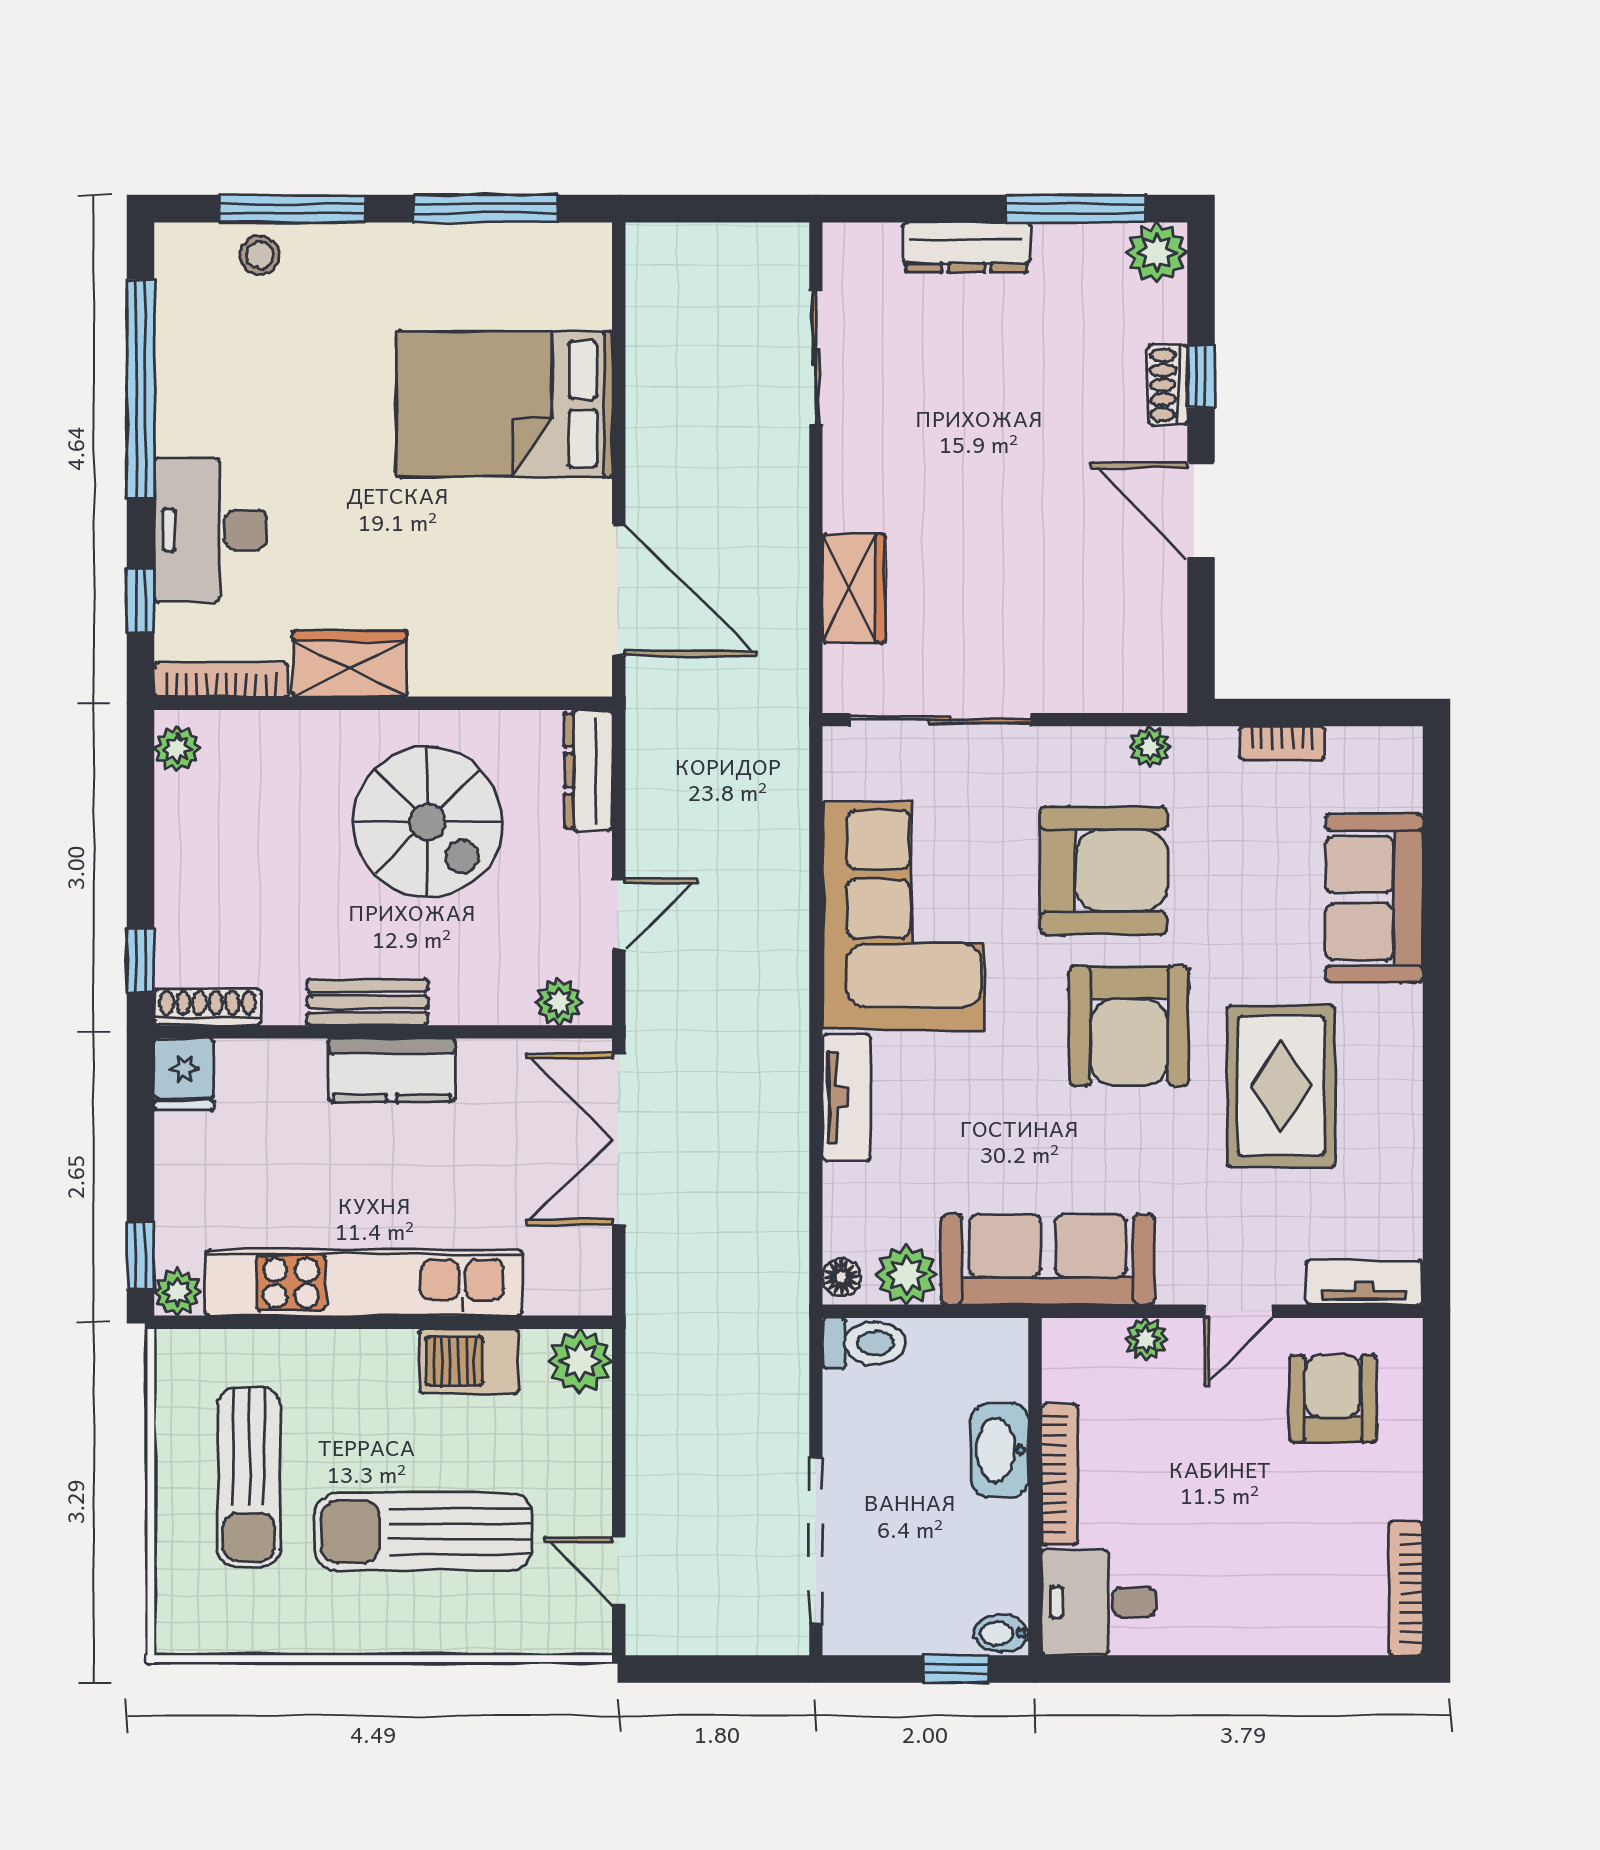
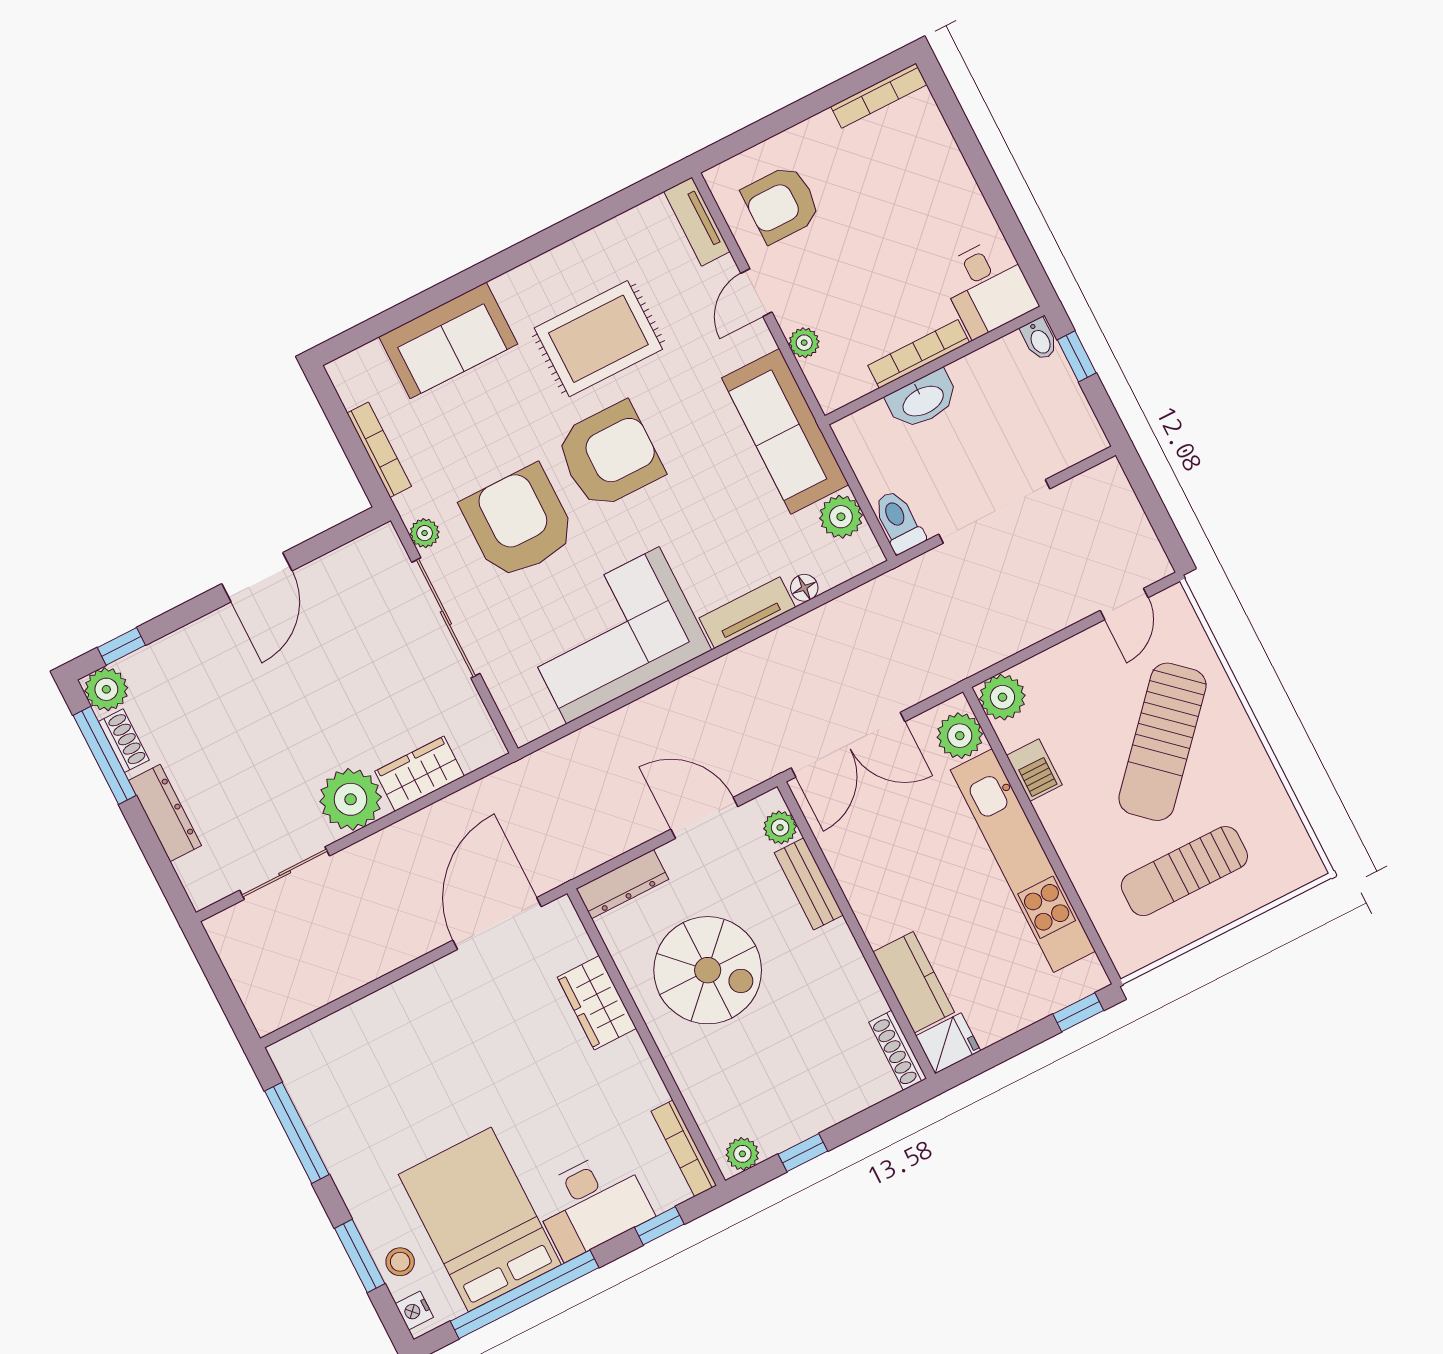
window: (293, 209) -> (360, 1256), width x0.69
nightstand: (190, 242) -> (414, 1311), added
window: (1201, 377) -> (121, 646), moved
shoe rack: (1168, 385) -> (124, 741), moved, turned -90
bed: (504, 404) -> (480, 1219), moved, turned 180
plant: (866, 486) -> (351, 799), added
wardrobe: (350, 664) -> (597, 1003), moved
sliding door: (940, 720) -> (446, 618), moved
bookcase: (1282, 743) -> (379, 450), width x1.56
spiral stairs: (427, 822) -> (708, 970), turned 90
door: (619, 914) -> (704, 818), width x1.38
window: (140, 961) -> (803, 1153), moved
bench: (368, 1002) -> (809, 884), moved
kitchen counter: (392, 1070) -> (914, 982), moved
floor lamp: (841, 1277) -> (804, 588), moved
plant: (178, 1292) -> (960, 736), moved, width x1.38, depth x1.38
door: (1238, 1311) -> (756, 293), swing flipped
barbecue: (469, 1361) -> (1034, 770), width x0.73, depth x0.79
sun lounger: (249, 1477) -> (1184, 871), turned 180
sun lounger: (423, 1532) -> (1162, 742), turned 42
doorway: (816, 1541) -> (994, 511), moved

